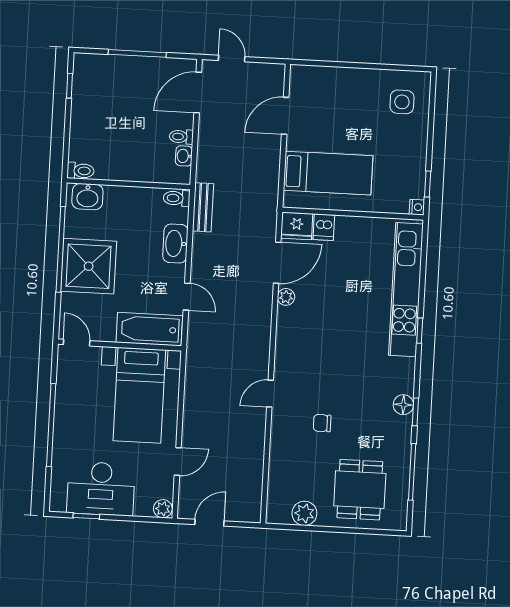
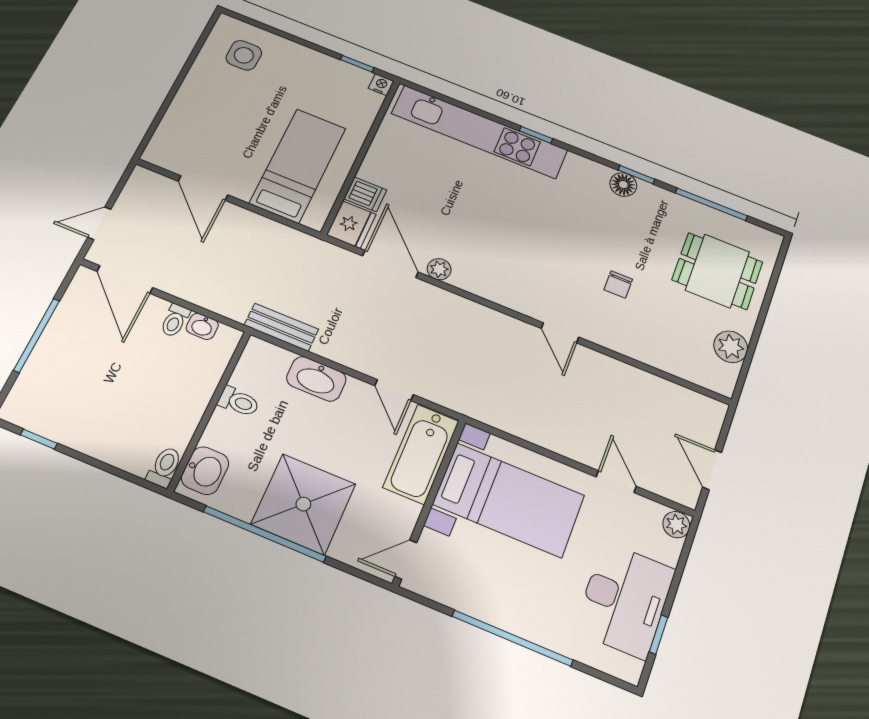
toilet: (177, 198) -> (239, 402), moved, turned -90
door: (187, 297) -> (394, 390), swing flipped

